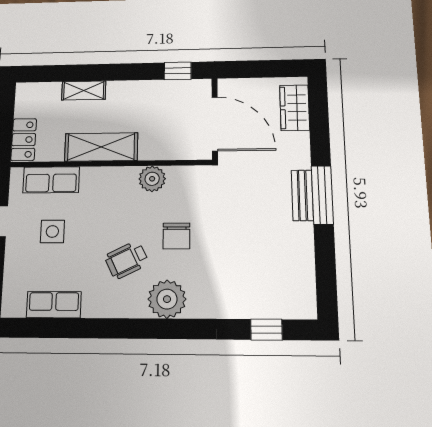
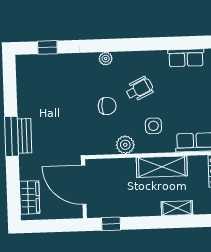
side table: (52, 231) -> (153, 126), moved
chair: (176, 236) -> (107, 106), turned 90
plant: (167, 299) -> (106, 59), width x0.53, depth x0.53

